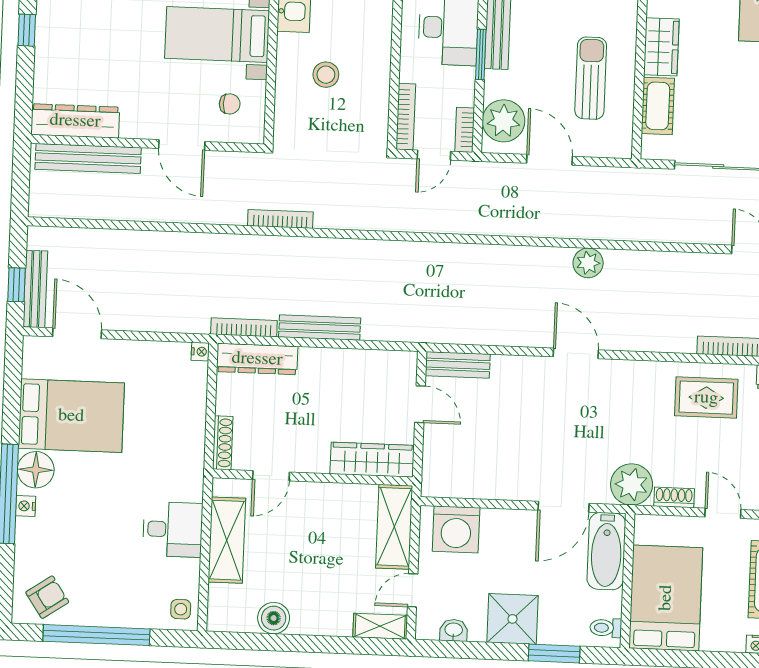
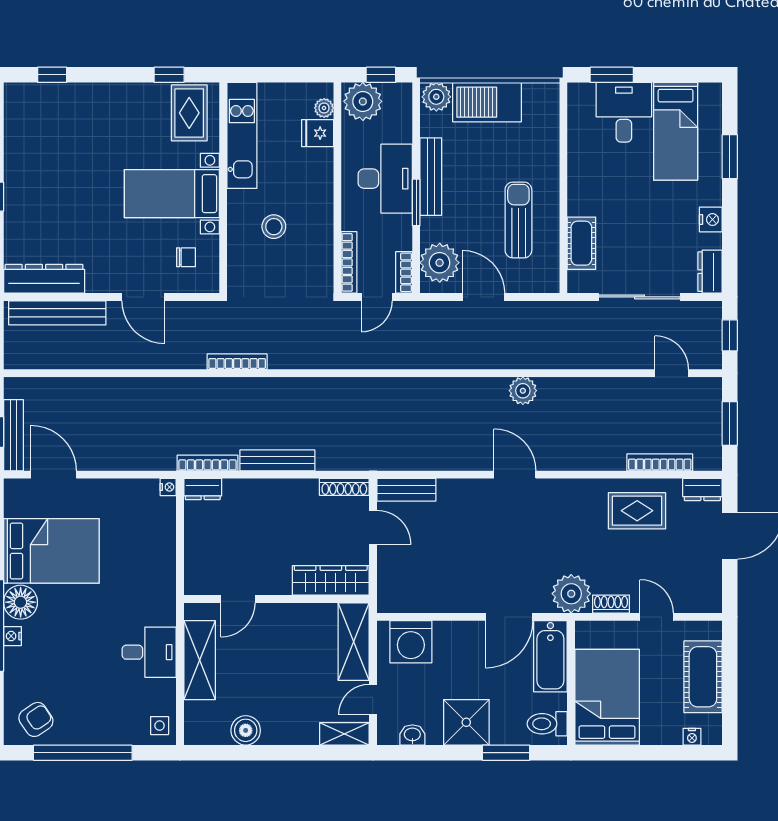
wardrobe: (661, 47) -> (582, 189), removed
dresser: (257, 359) -> (203, 489), width x0.51, depth x0.80
shoe rack: (223, 443) -> (344, 487), moved, turned 90
toilet: (606, 628) -> (547, 724), width x1.37, depth x1.39

